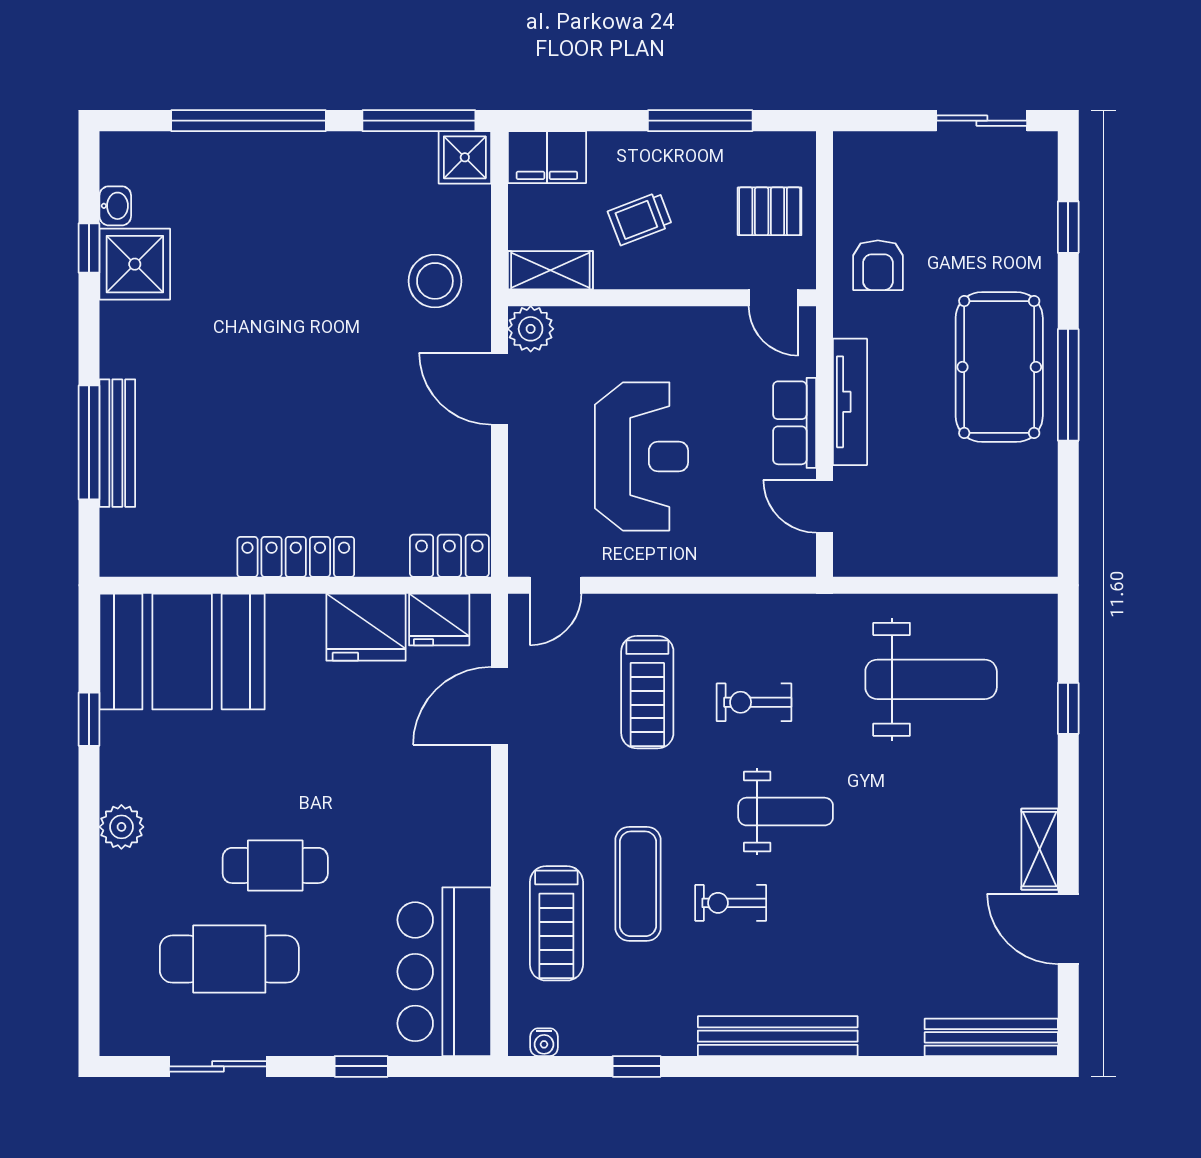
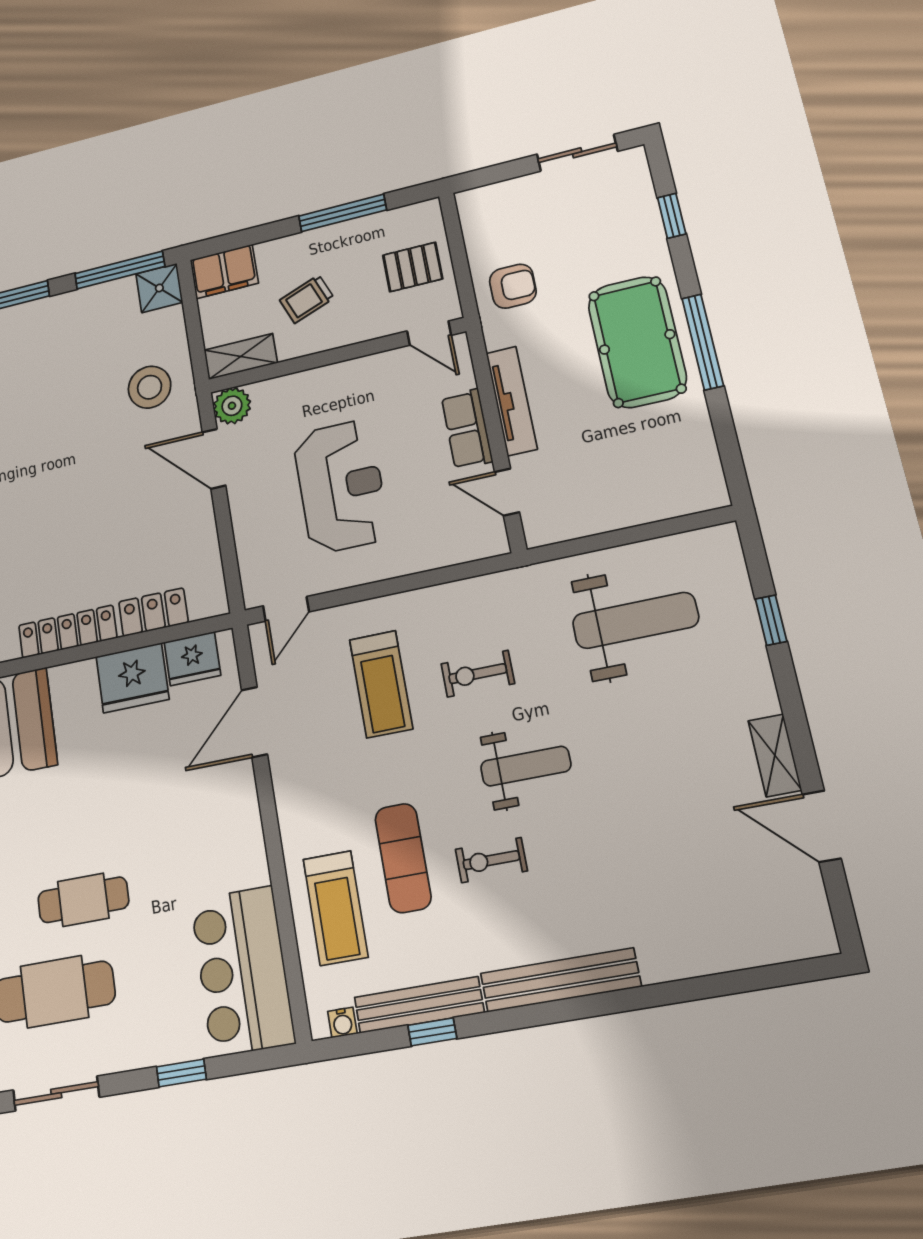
armchair: (878, 265) -> (513, 286), turned -90
locker: (449, 556) -> (153, 612), moved
bench: (991, 1037) -> (419, 1005), moved

